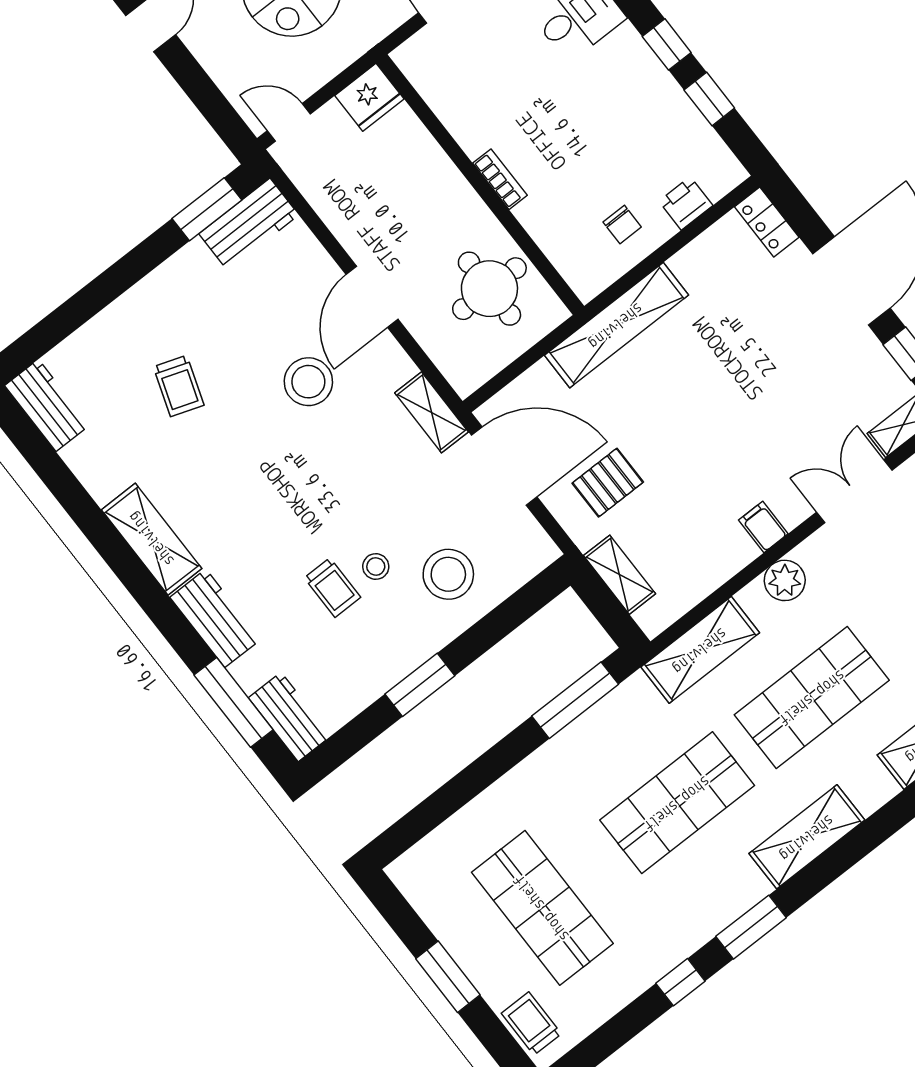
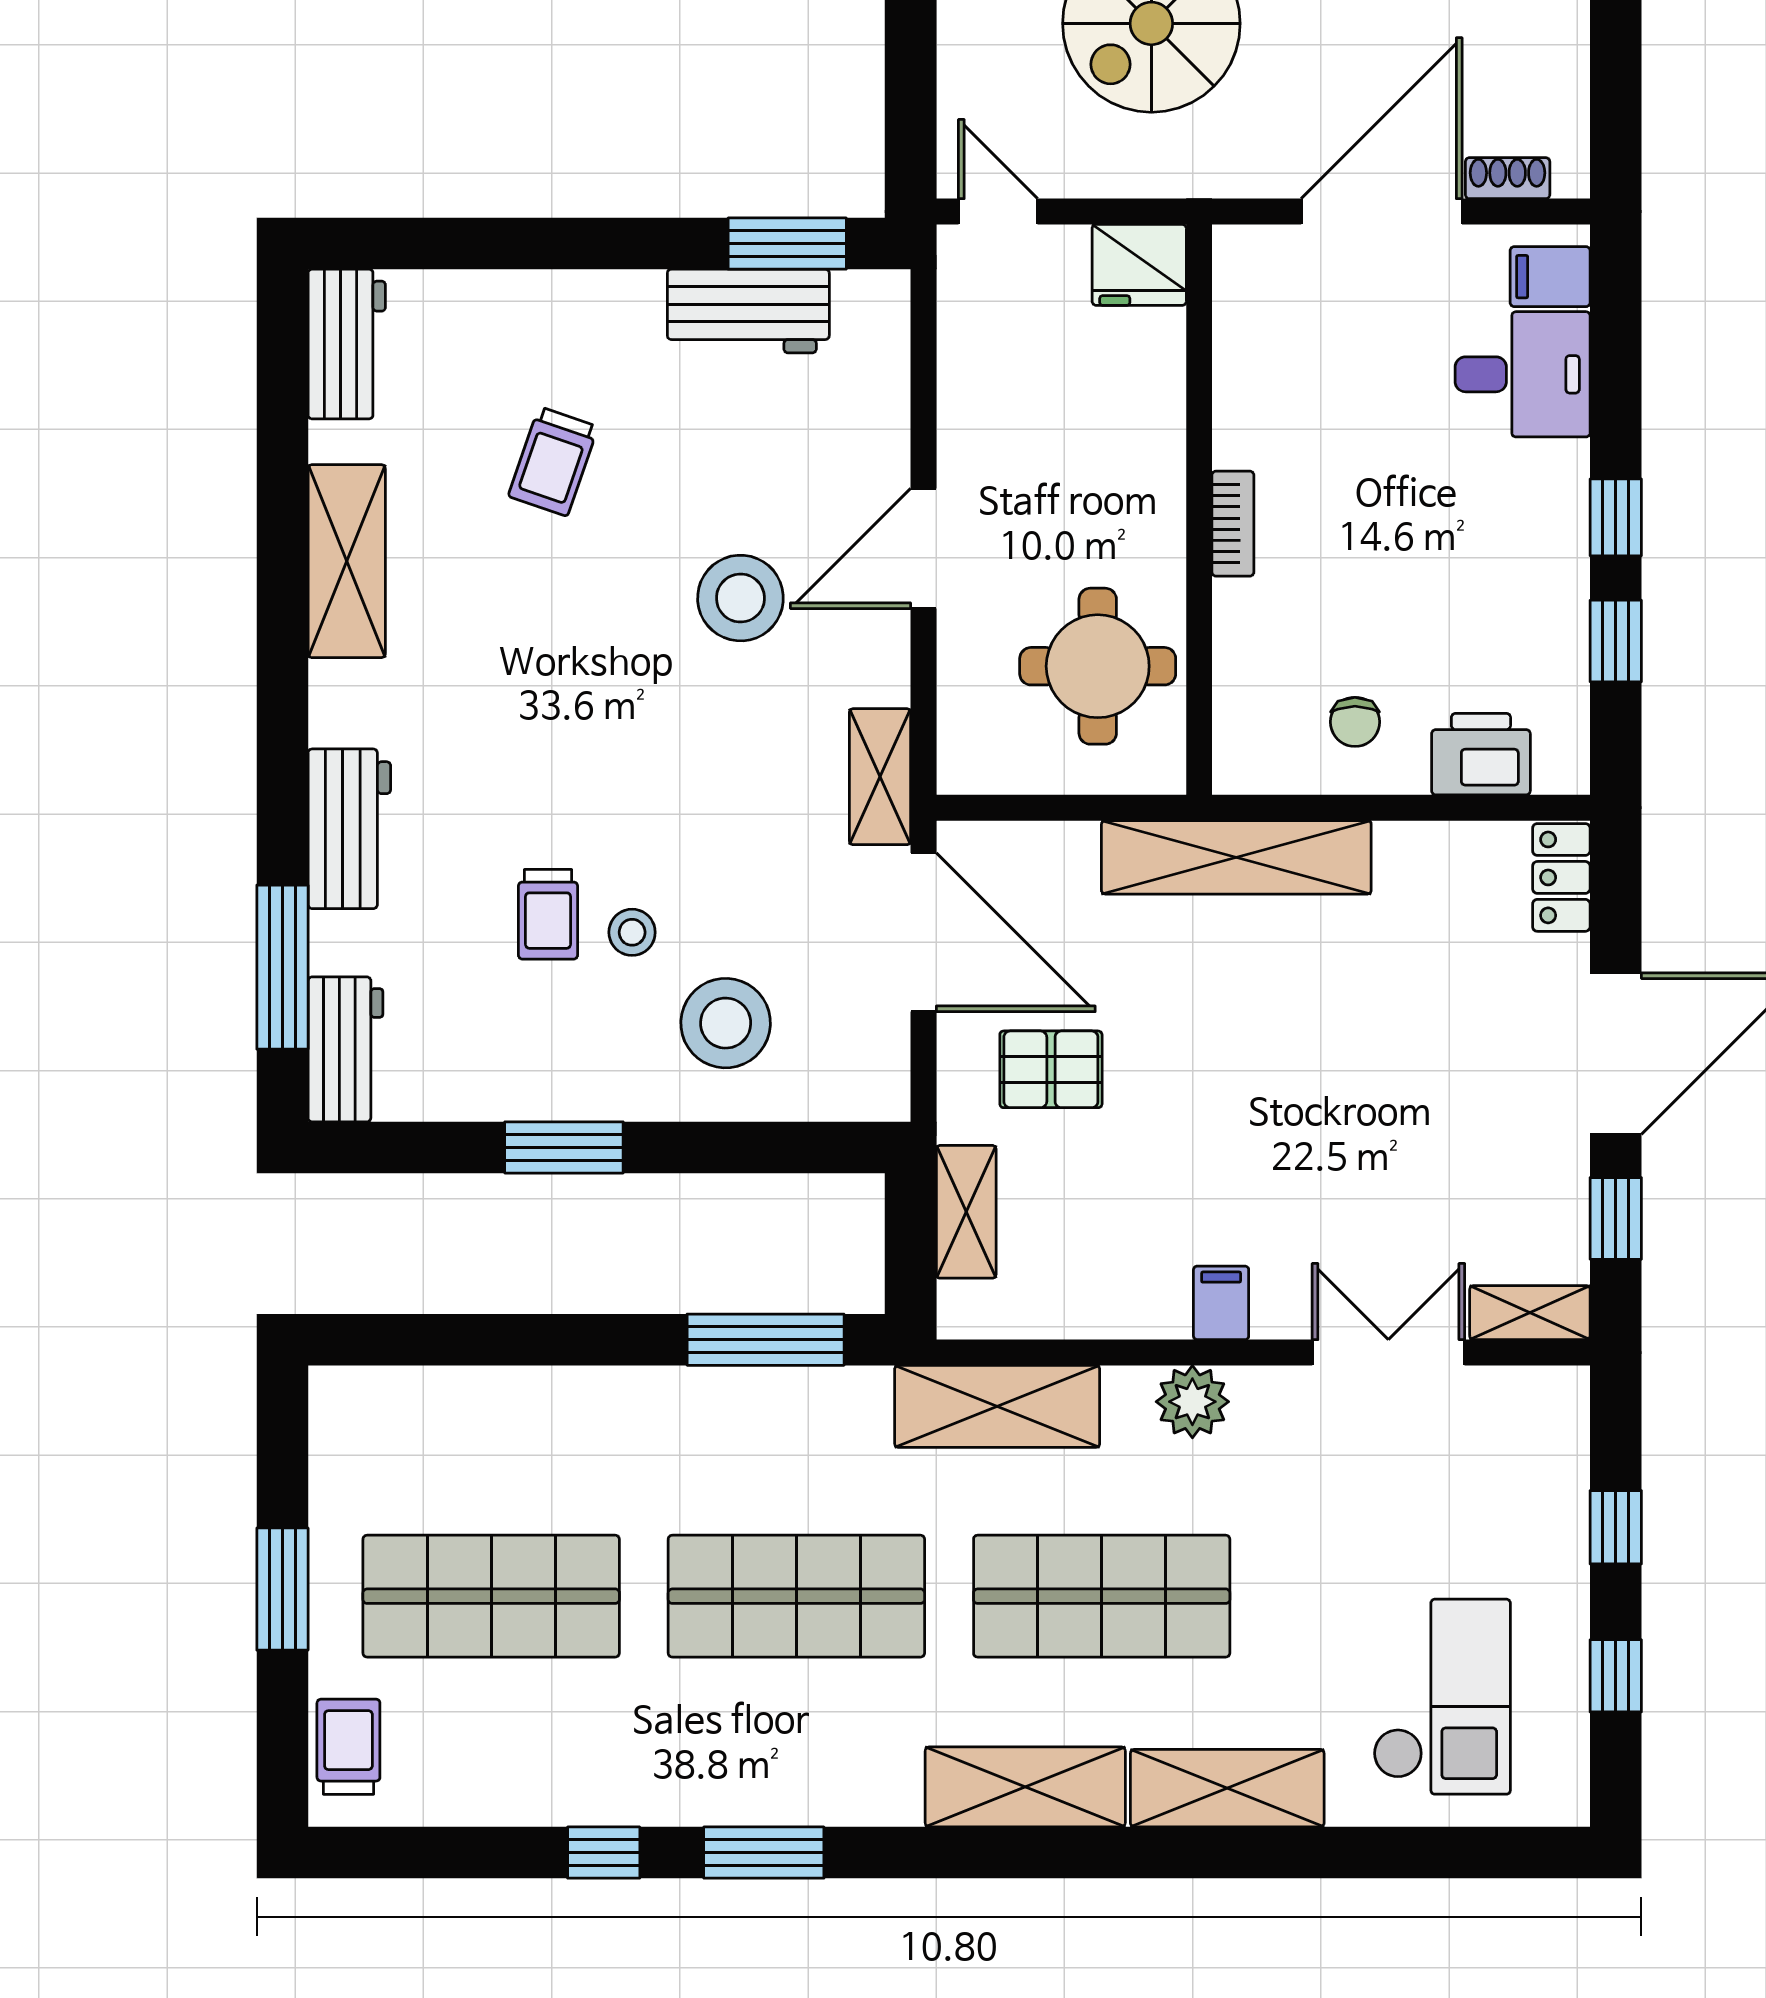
printer: (686, 203) -> (1481, 754), width x1.36, depth x1.24
workbench: (249, 224) -> (748, 311), moved
shelving: (152, 539) -> (347, 561), moved
shelving: (807, 837) -> (1025, 1787), moved
shop shelf: (542, 908) -> (491, 1596), turned 90

